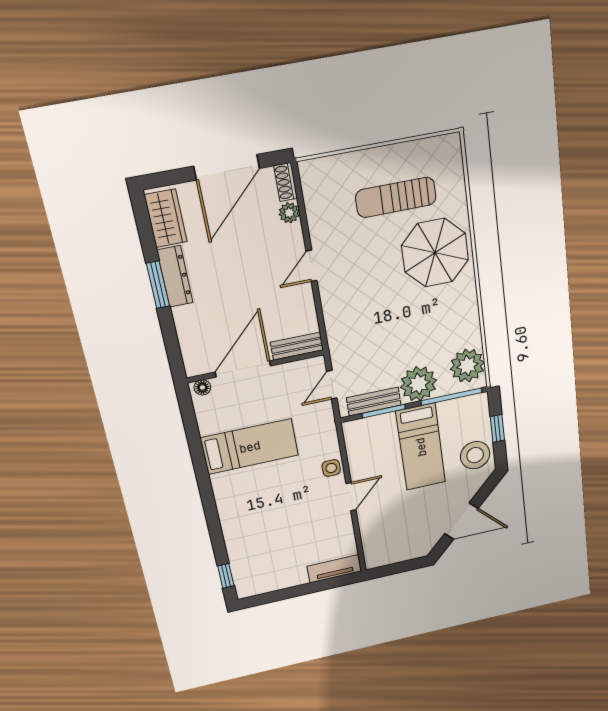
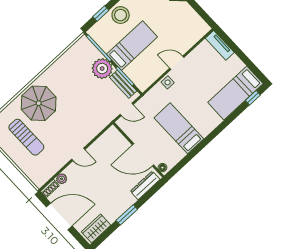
dresser: (175, 276) -> (145, 185), moved
bench: (297, 346) -> (118, 137), removed
plant: (467, 366) -> (80, 51), removed
bed: (249, 555) -> (235, 93), added

